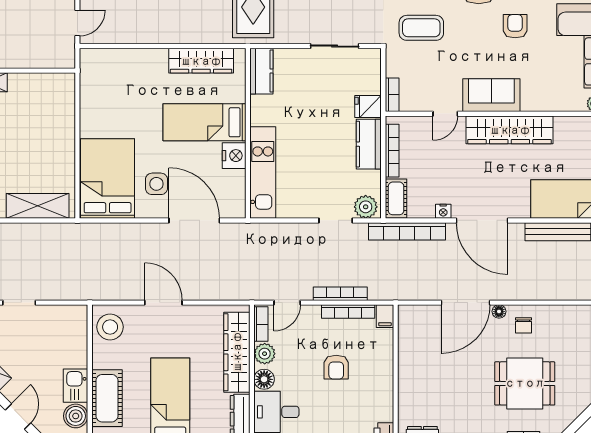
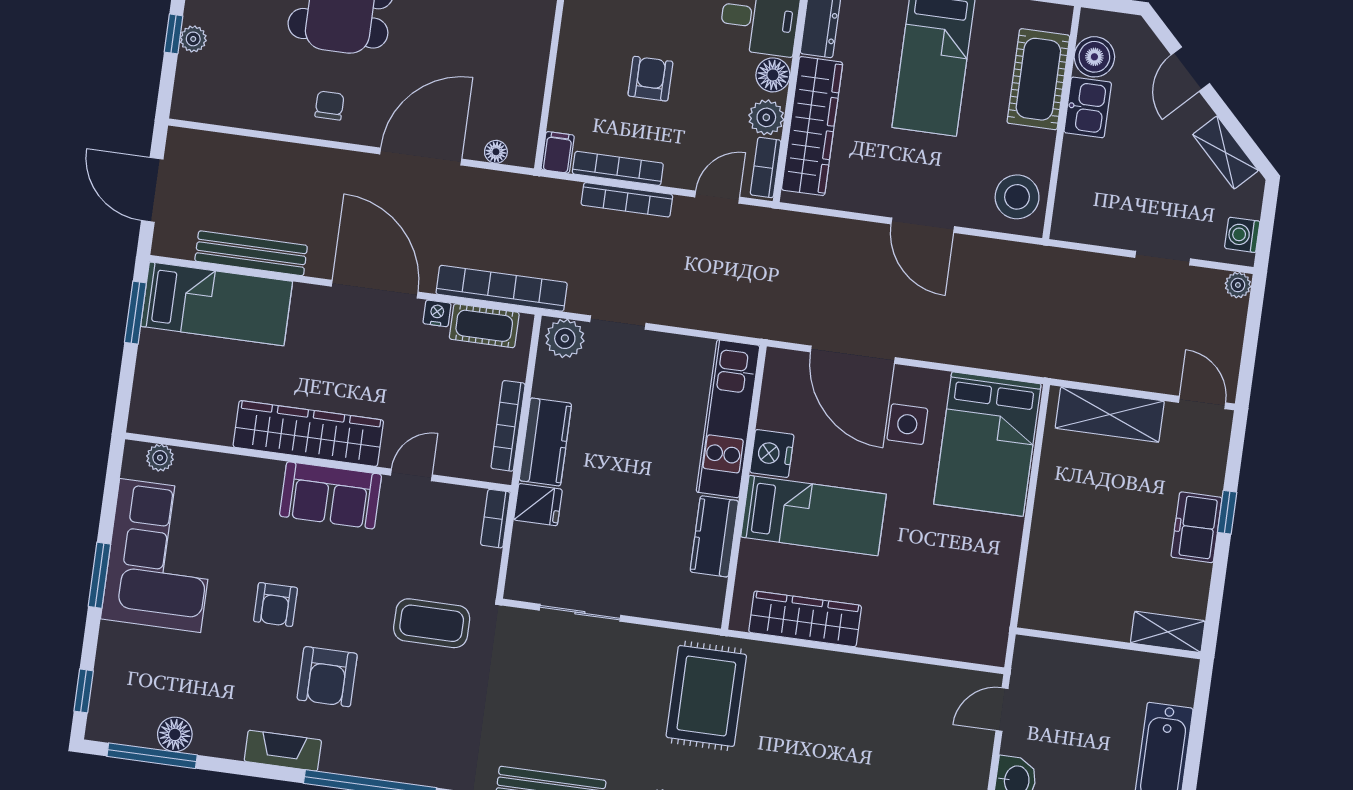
kitchen counter: (261, 71) -> (714, 536), moved
cot: (396, 198) -> (484, 326), moved, turned 90
floor lamp: (499, 311) -> (496, 152), moved

